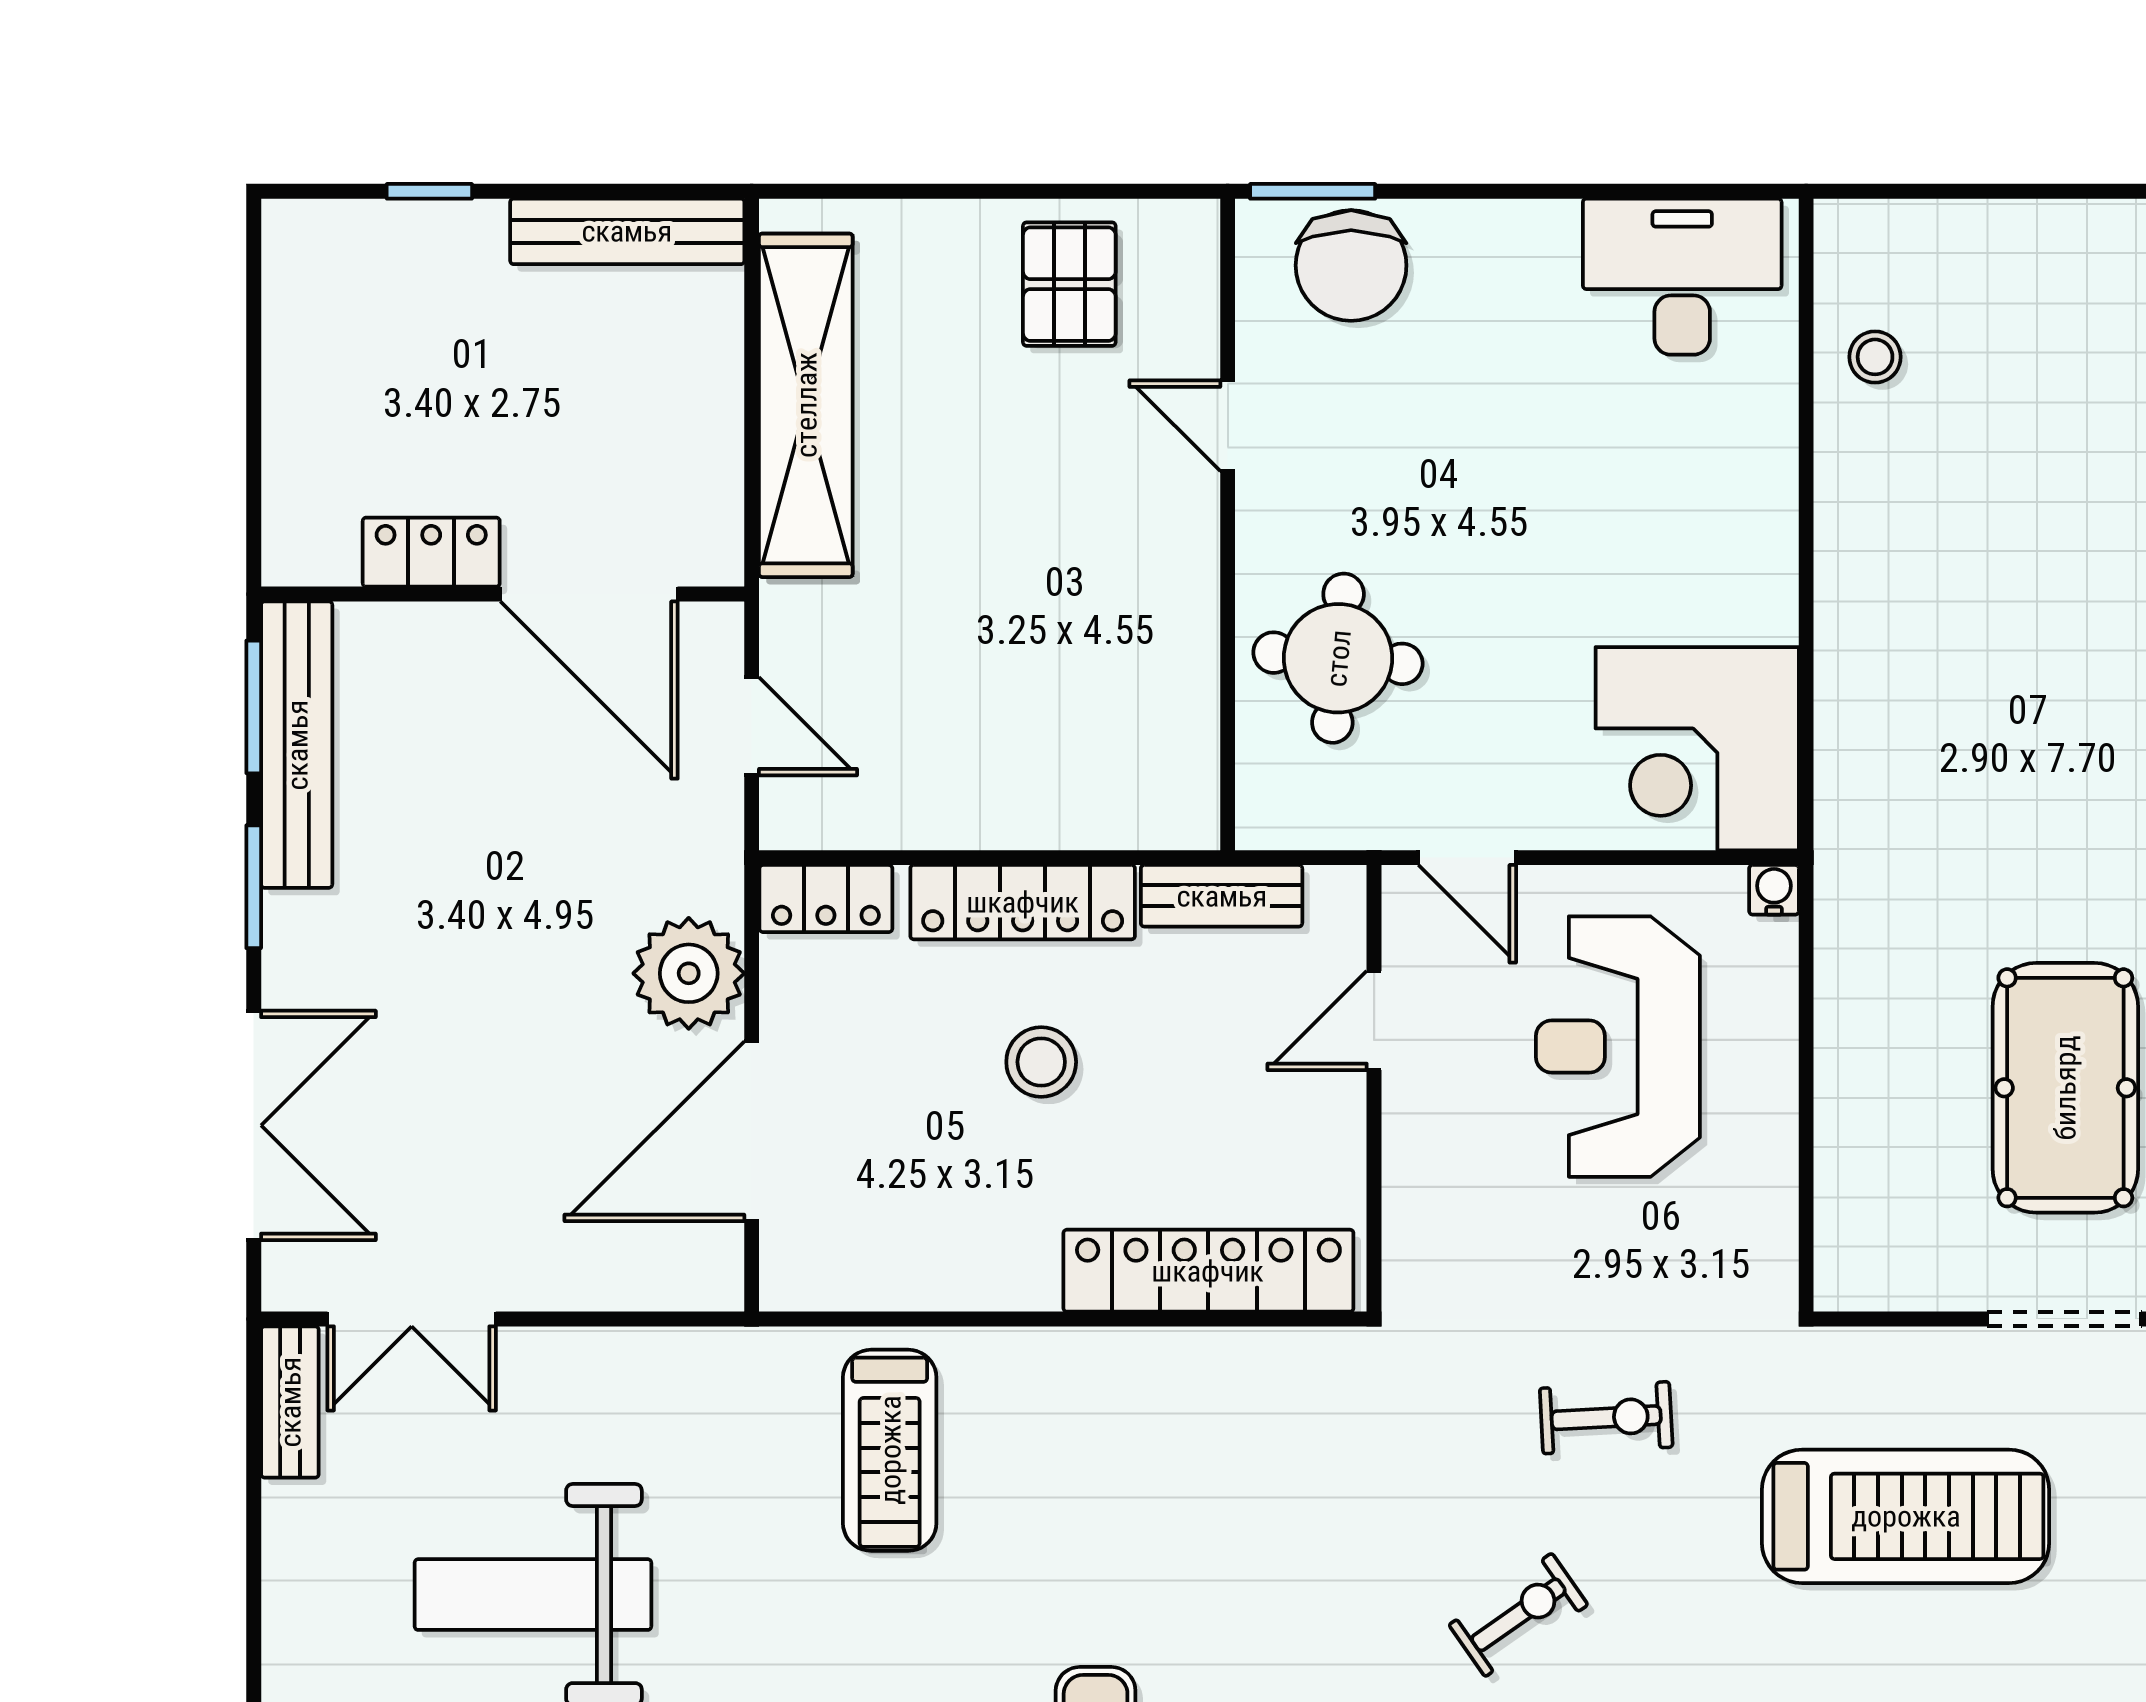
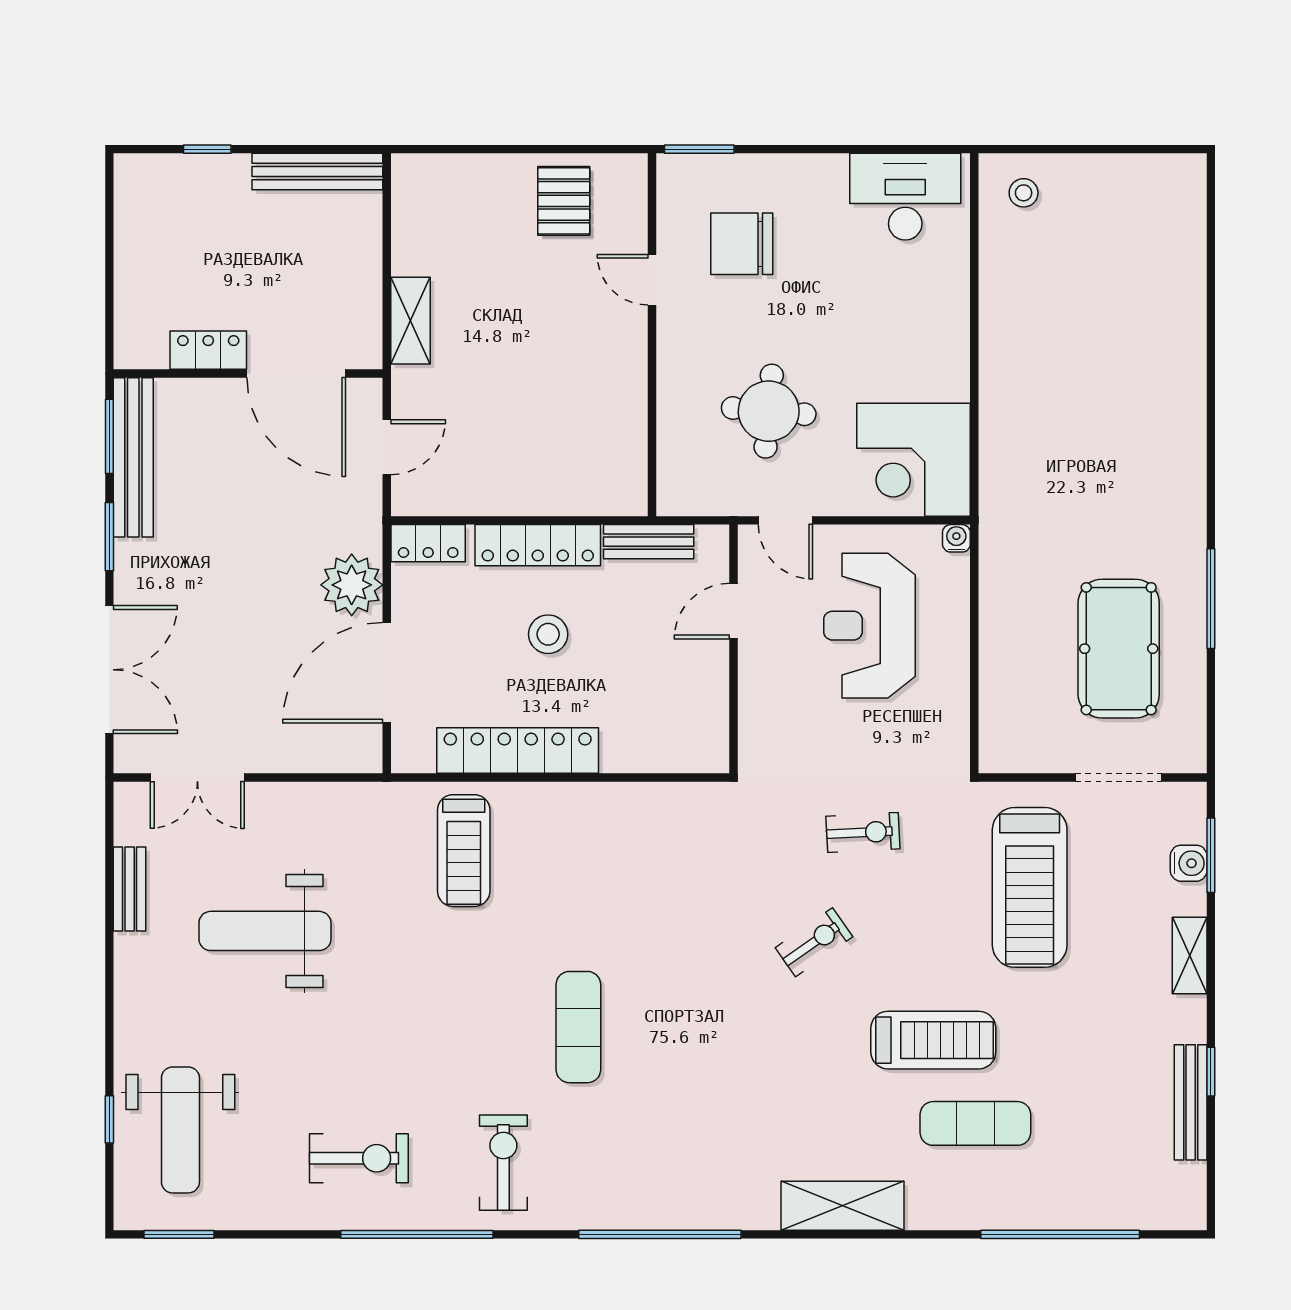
chair: (1351, 265) -> (742, 244), moved, turned 90
stool: (1875, 357) -> (1024, 193), moved
shelving: (806, 405) -> (410, 321), width x0.45, depth x0.75
round table: (1338, 658) -> (769, 411), moved
door: (752, 726) -> (387, 447), hinge flipped
locker: (1208, 1271) -> (518, 751), moved
bench: (290, 1402) -> (130, 889), moved
treadmill: (1906, 1516) -> (1030, 887), turned 90

